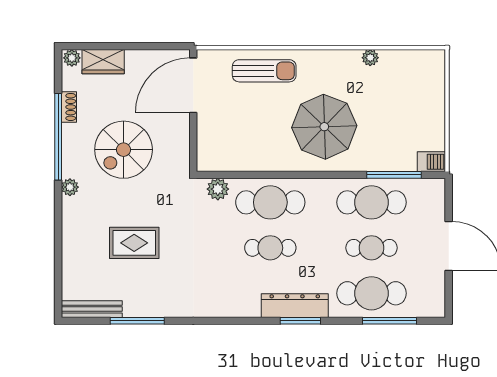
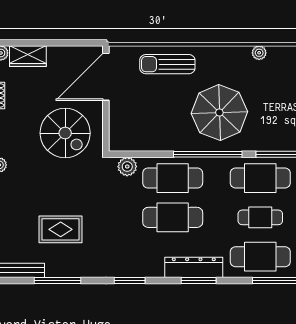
sun lounger: (264, 71) -> (167, 64), turned 180
spiral stairs: (124, 150) -> (65, 133), moved, turned -90
window: (311, 175) -> (208, 154), added
rug: (134, 243) -> (61, 229), moved
cafe table: (270, 248) -> (173, 217), width x1.37, depth x1.35
window: (221, 321) -> (130, 281), added

